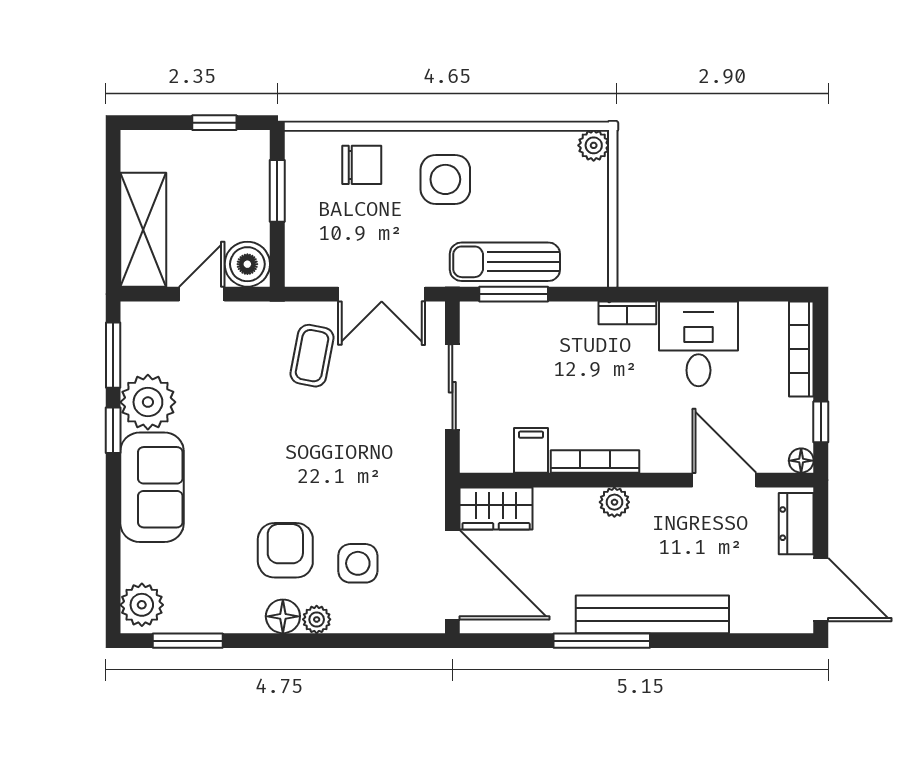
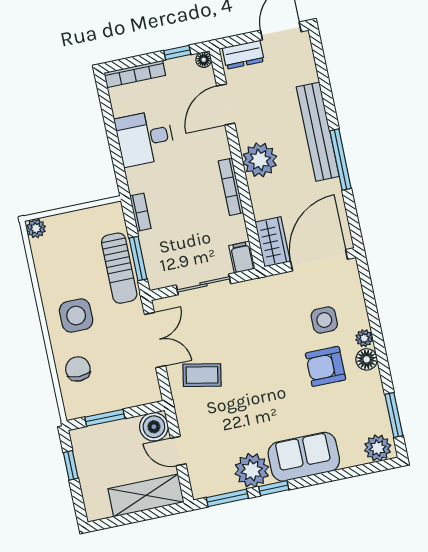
bookcase: (627, 313) -> (140, 212), moved
filing cabinet: (531, 450) -> (242, 257), moved, turned 90
plant: (614, 502) -> (260, 160), width x1.88, depth x1.88

